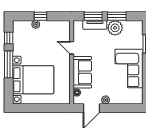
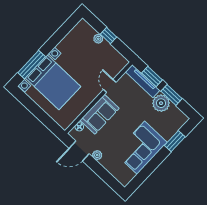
tv unit: (95, 25) -> (143, 81), width x1.41
window: (9, 38) -> (65, 29), removed
window: (9, 64) -> (32, 65), moved

